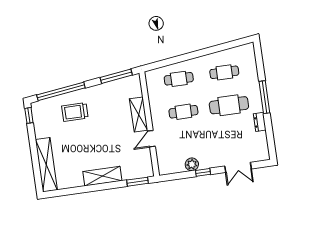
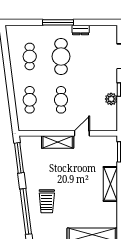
door: (151, 139) -> (82, 133), swing flipped

